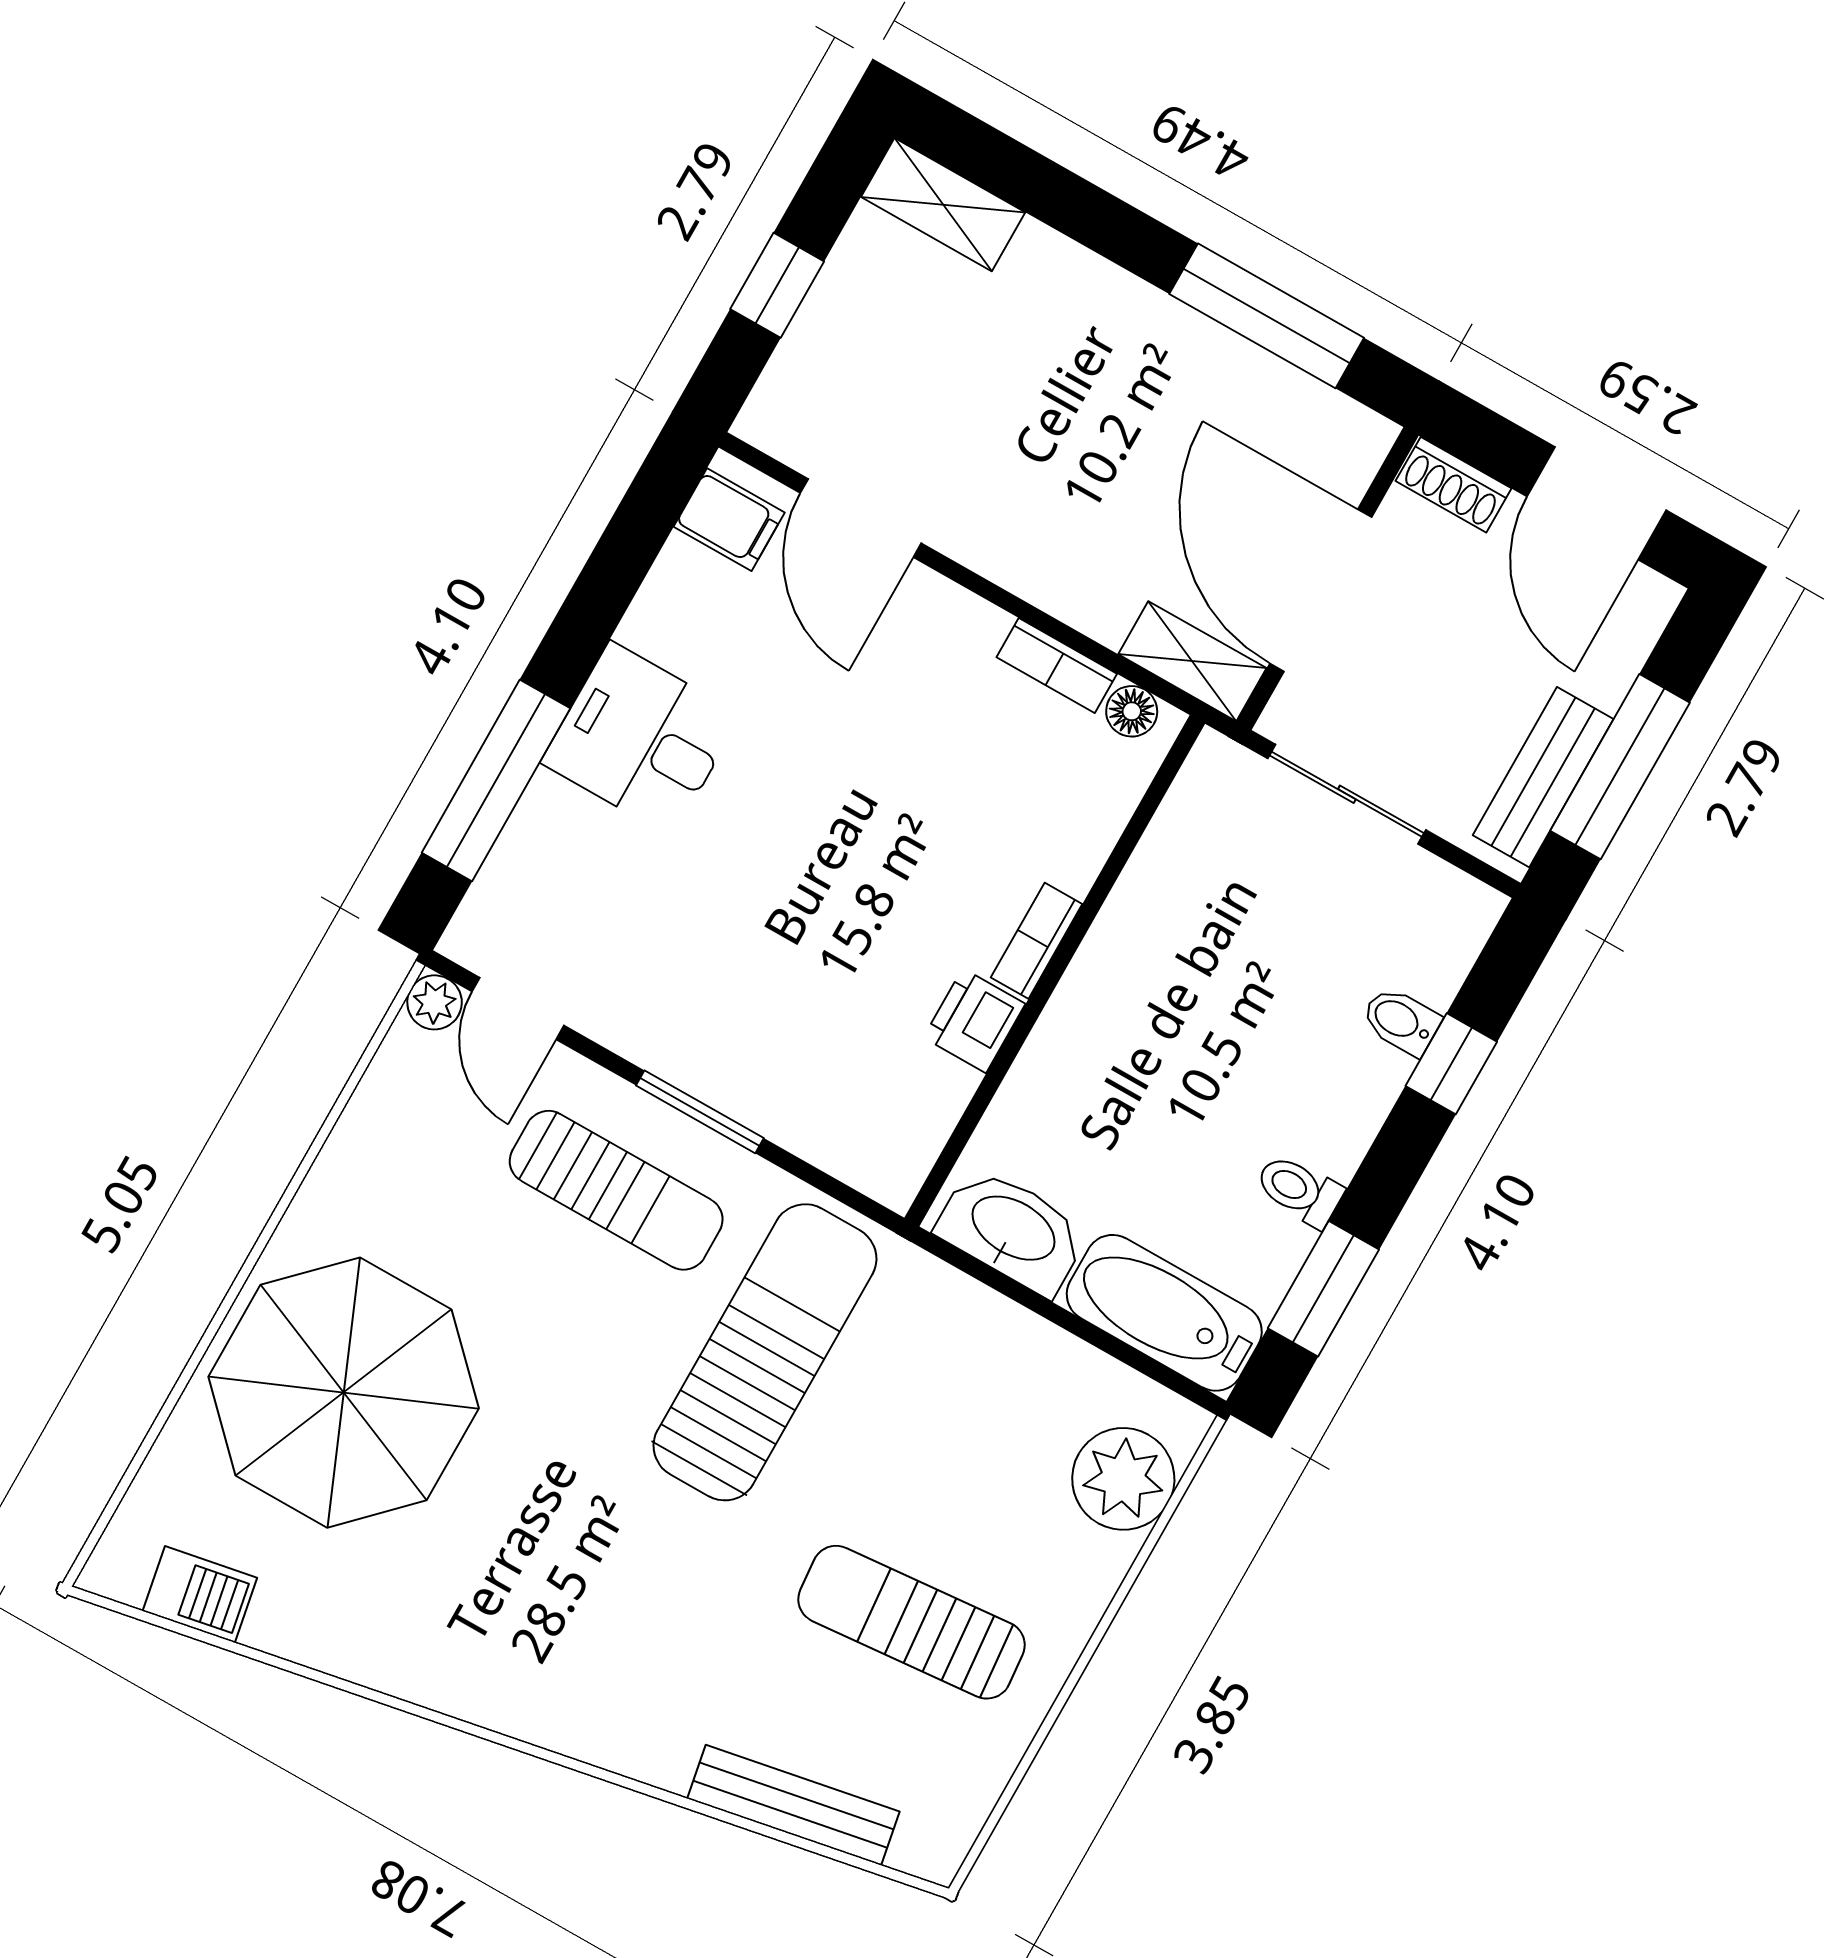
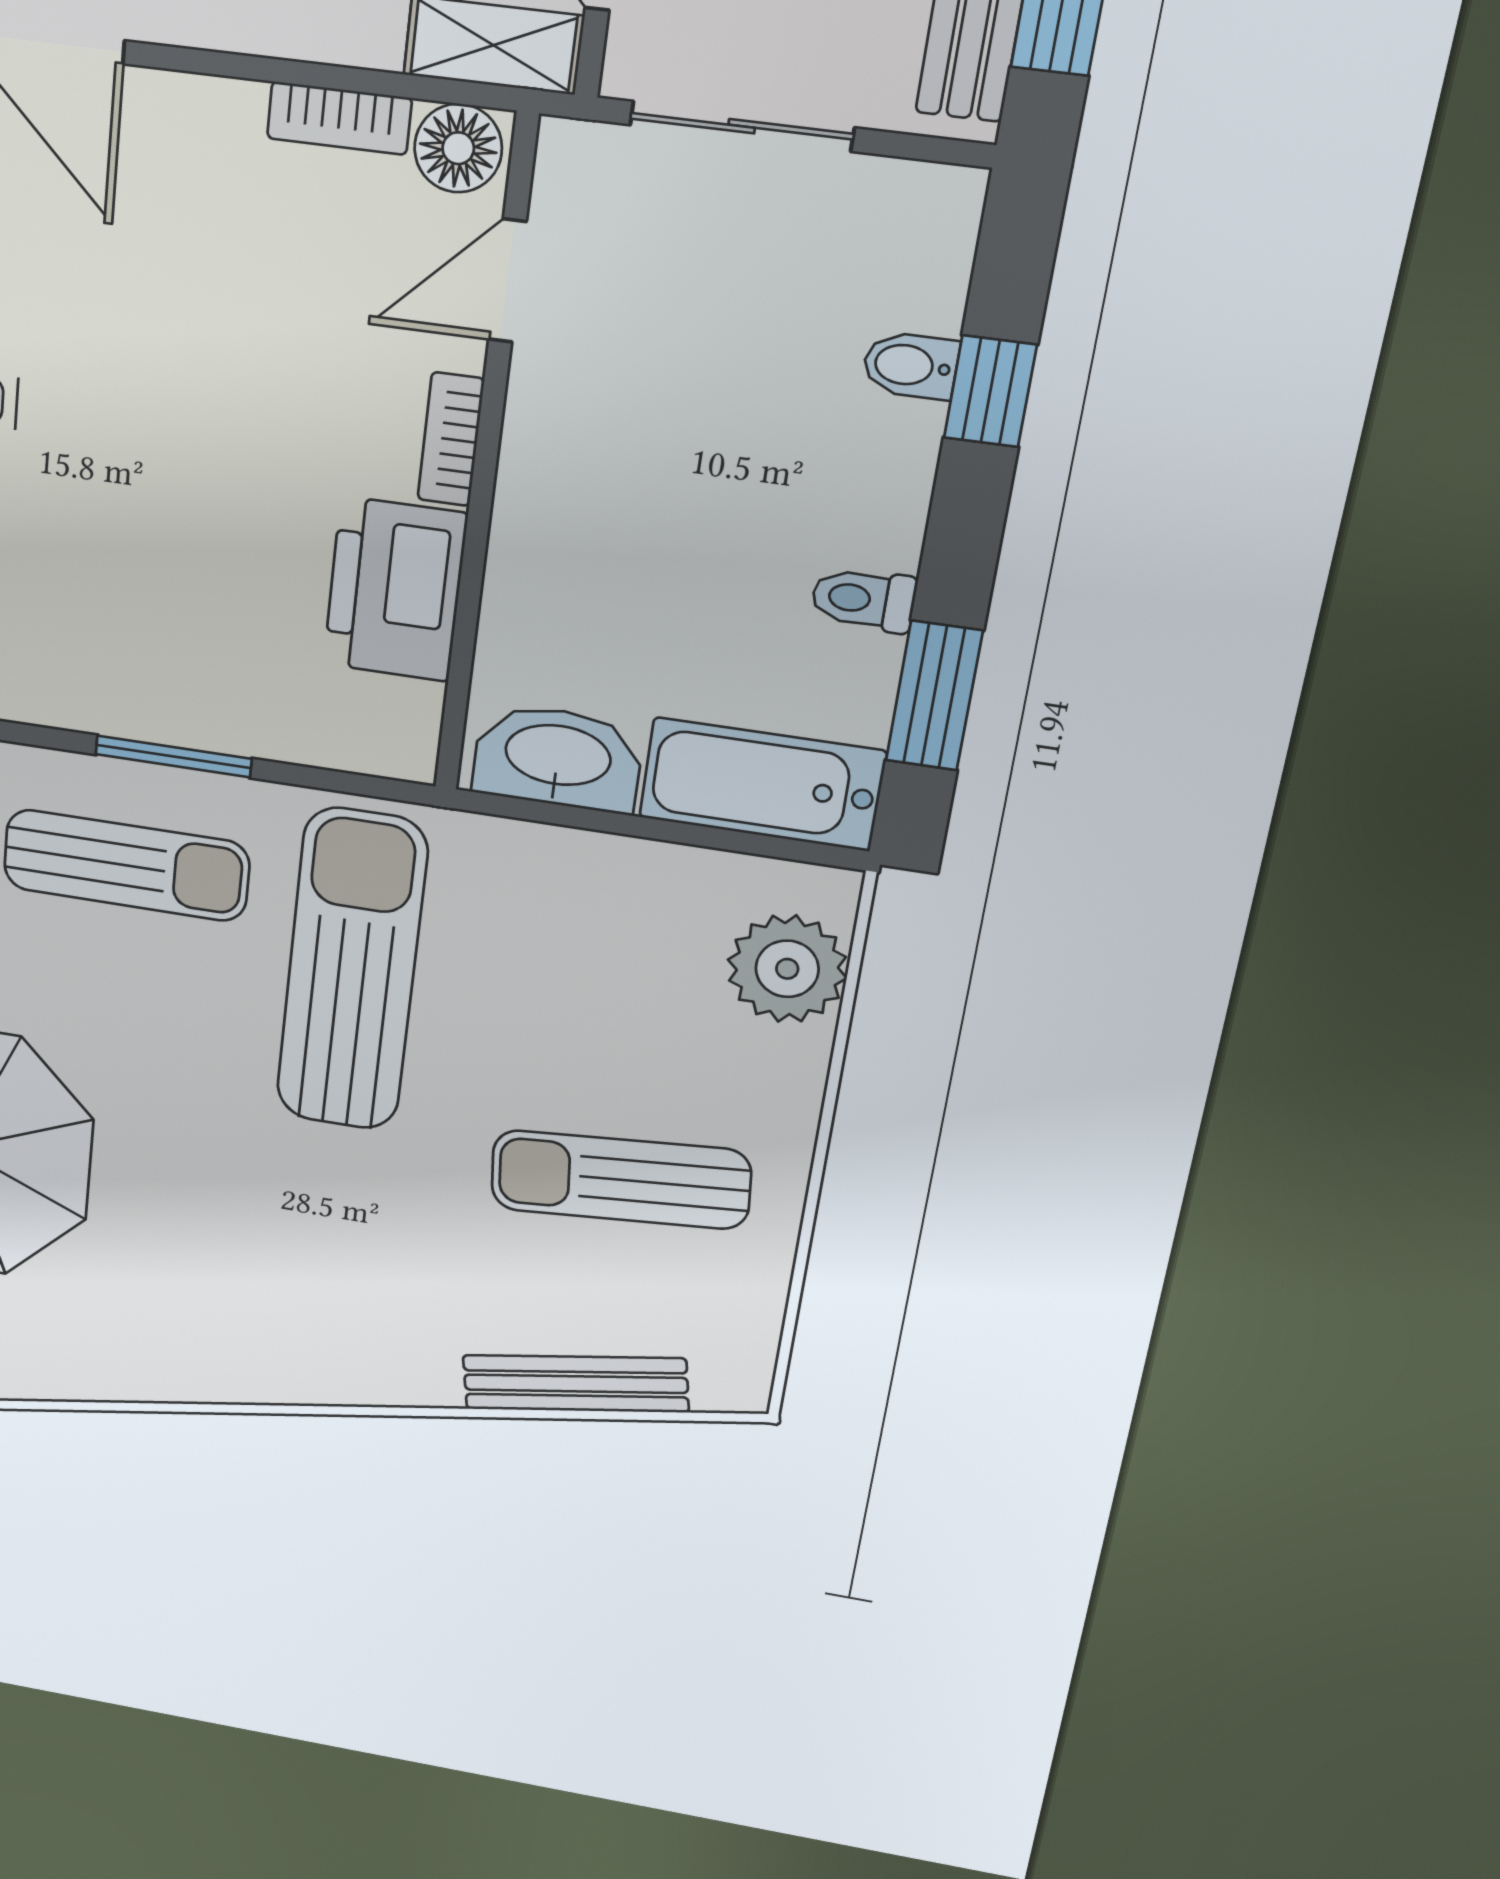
floor lamp: (1132, 711) -> (458, 148), width x1.37, depth x1.37
door: (1131, 837) -> (507, 281), added
printer: (974, 1021) -> (395, 589), width x1.87, depth x1.48

